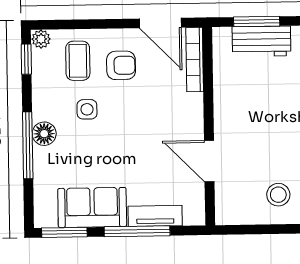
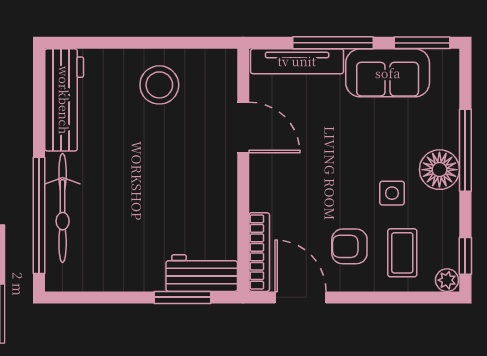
workbench: (261, 41) -> (202, 273), moved
floor lamp: (44, 134) -> (439, 170), width x1.38, depth x1.38
stool: (278, 195) -> (159, 85), width x1.38, depth x1.38
tv unit: (155, 216) -> (297, 61), width x1.41

